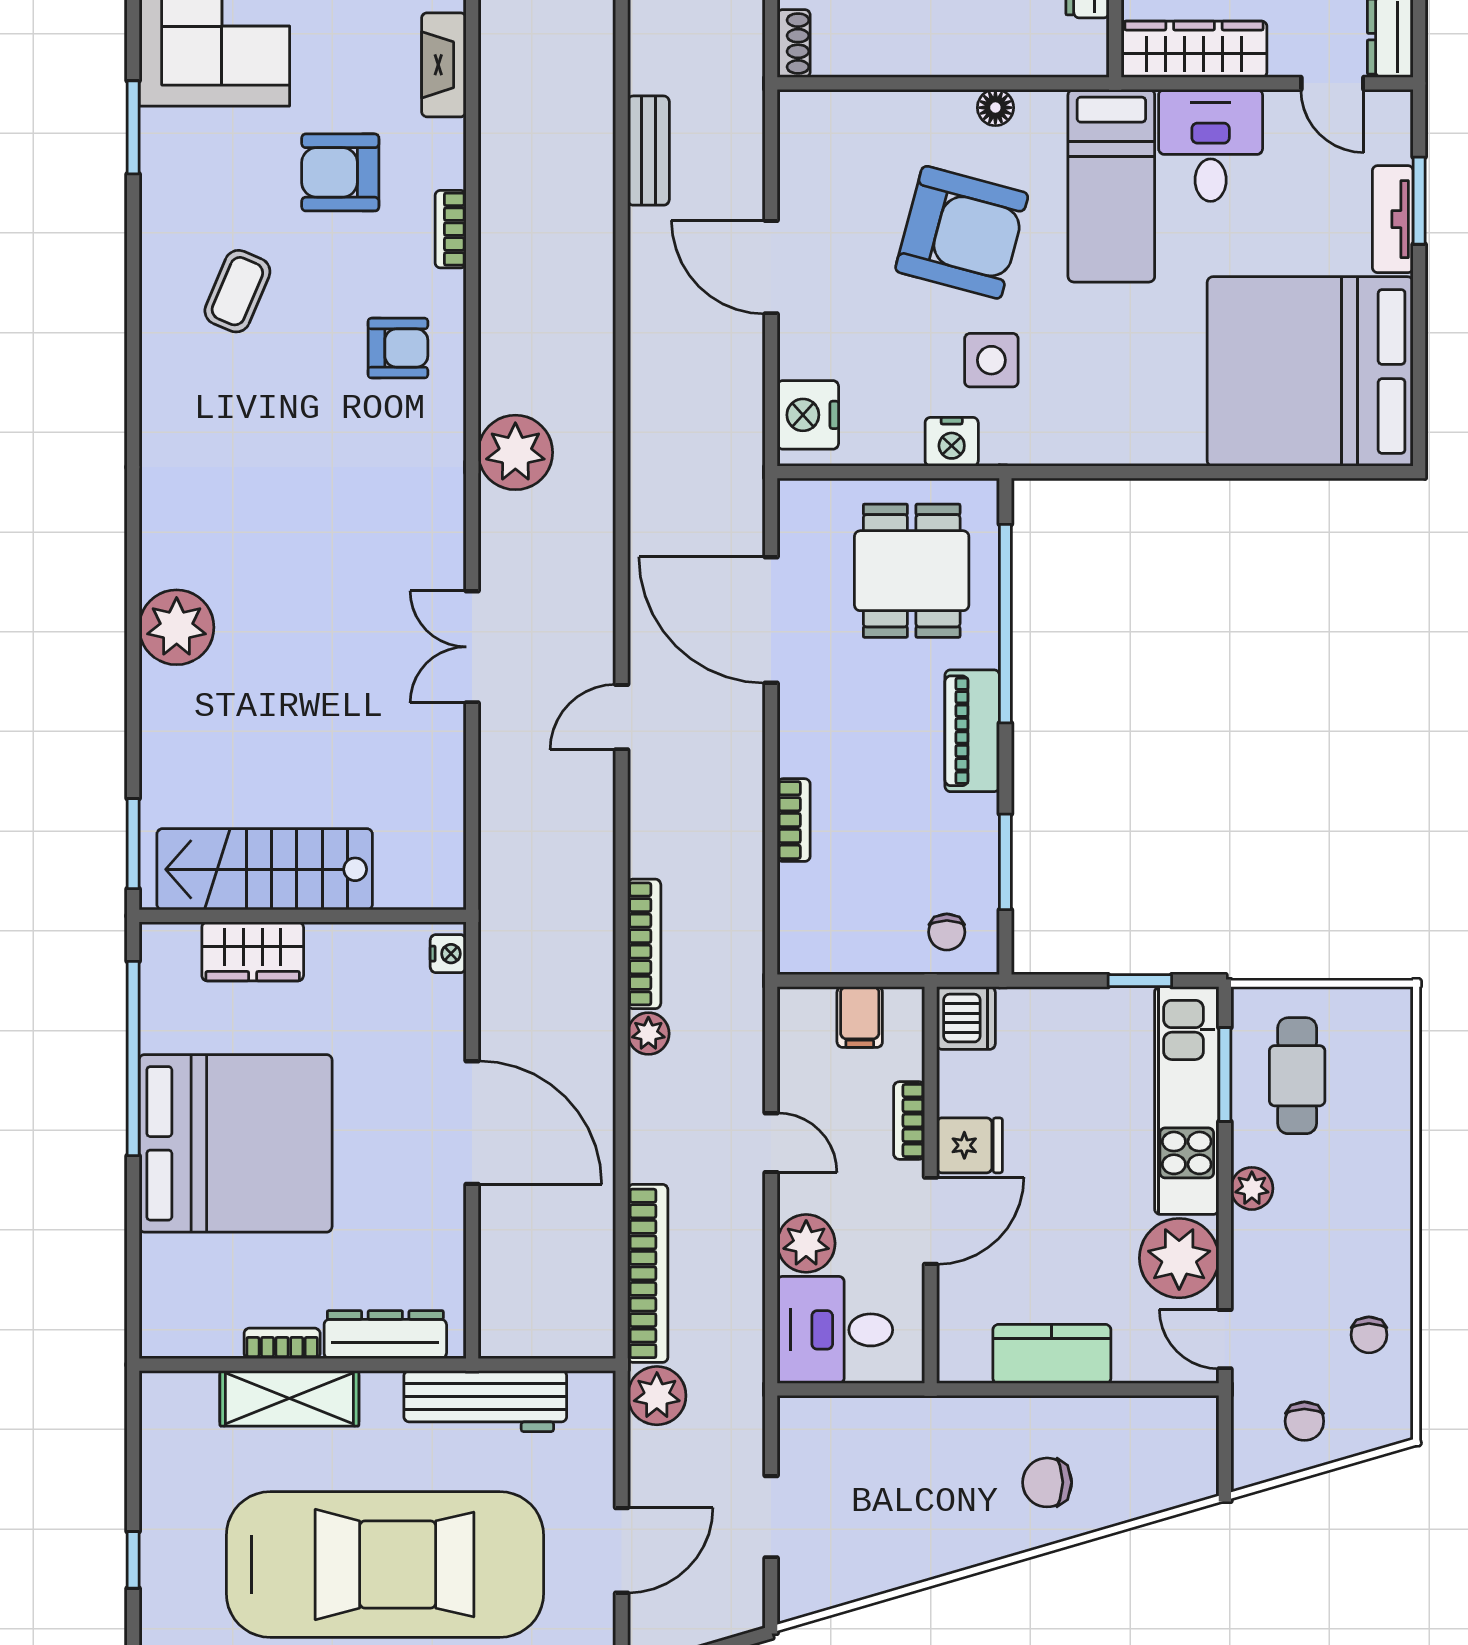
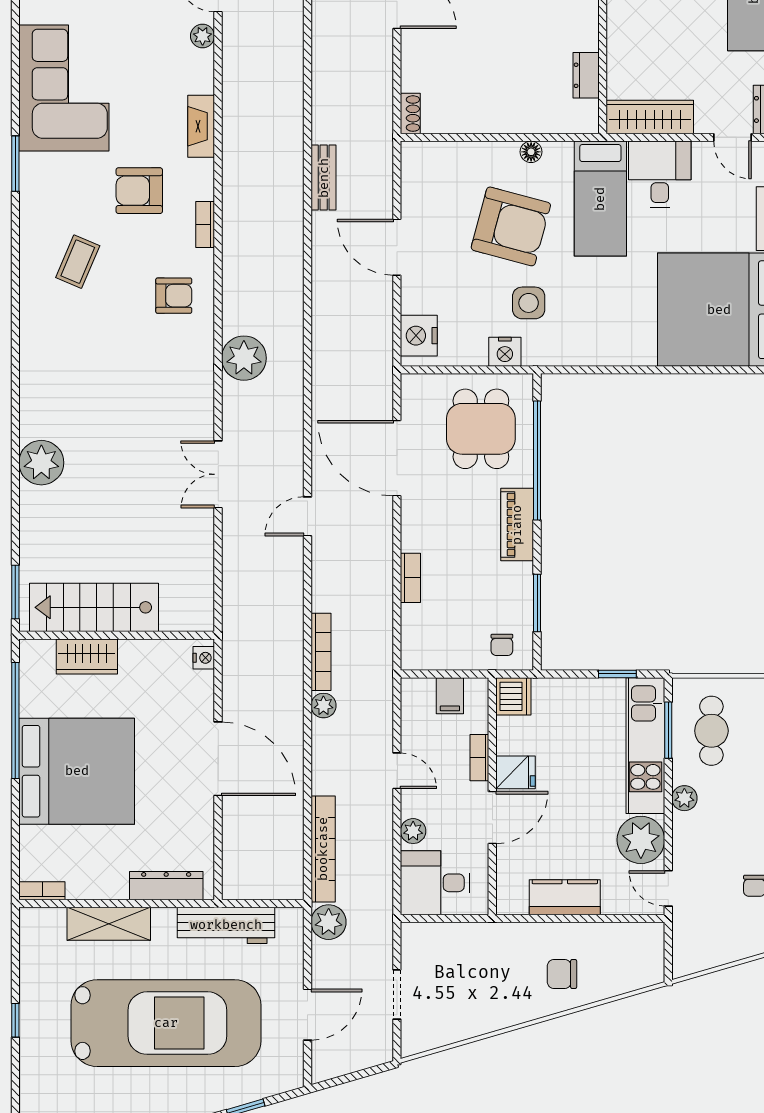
plant: (806, 1243) -> (413, 831), width x0.73, depth x0.73
bookcase: (282, 1343) -> (42, 891), moved
chair: (1304, 1421) -> (716, 937), removed

